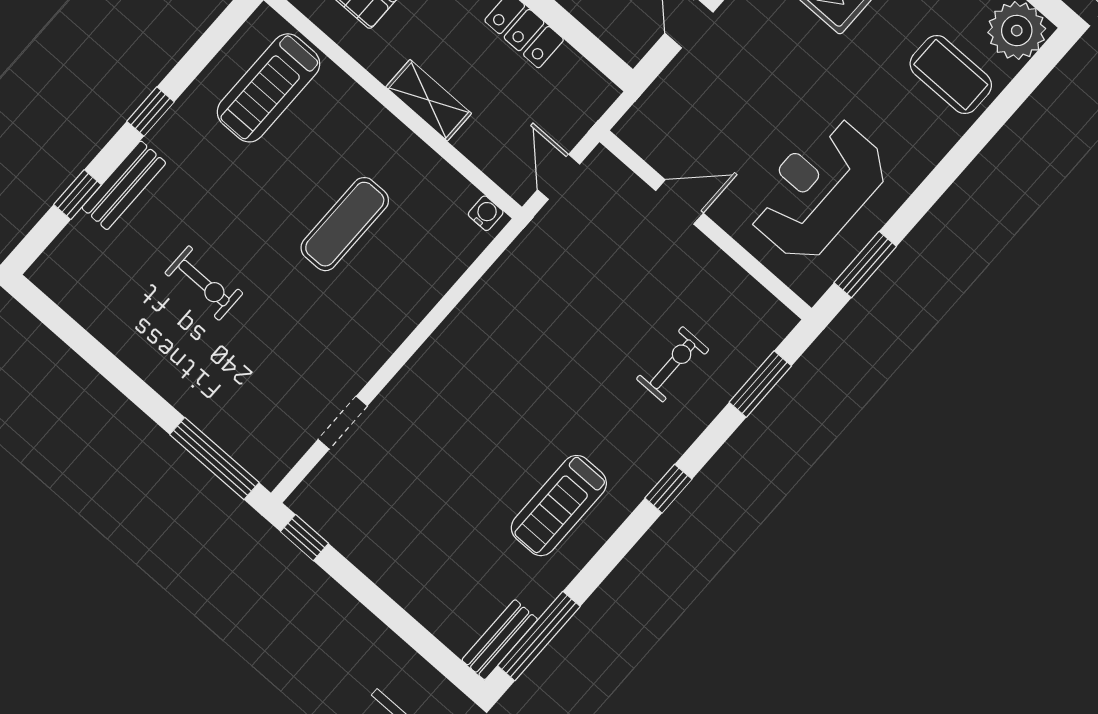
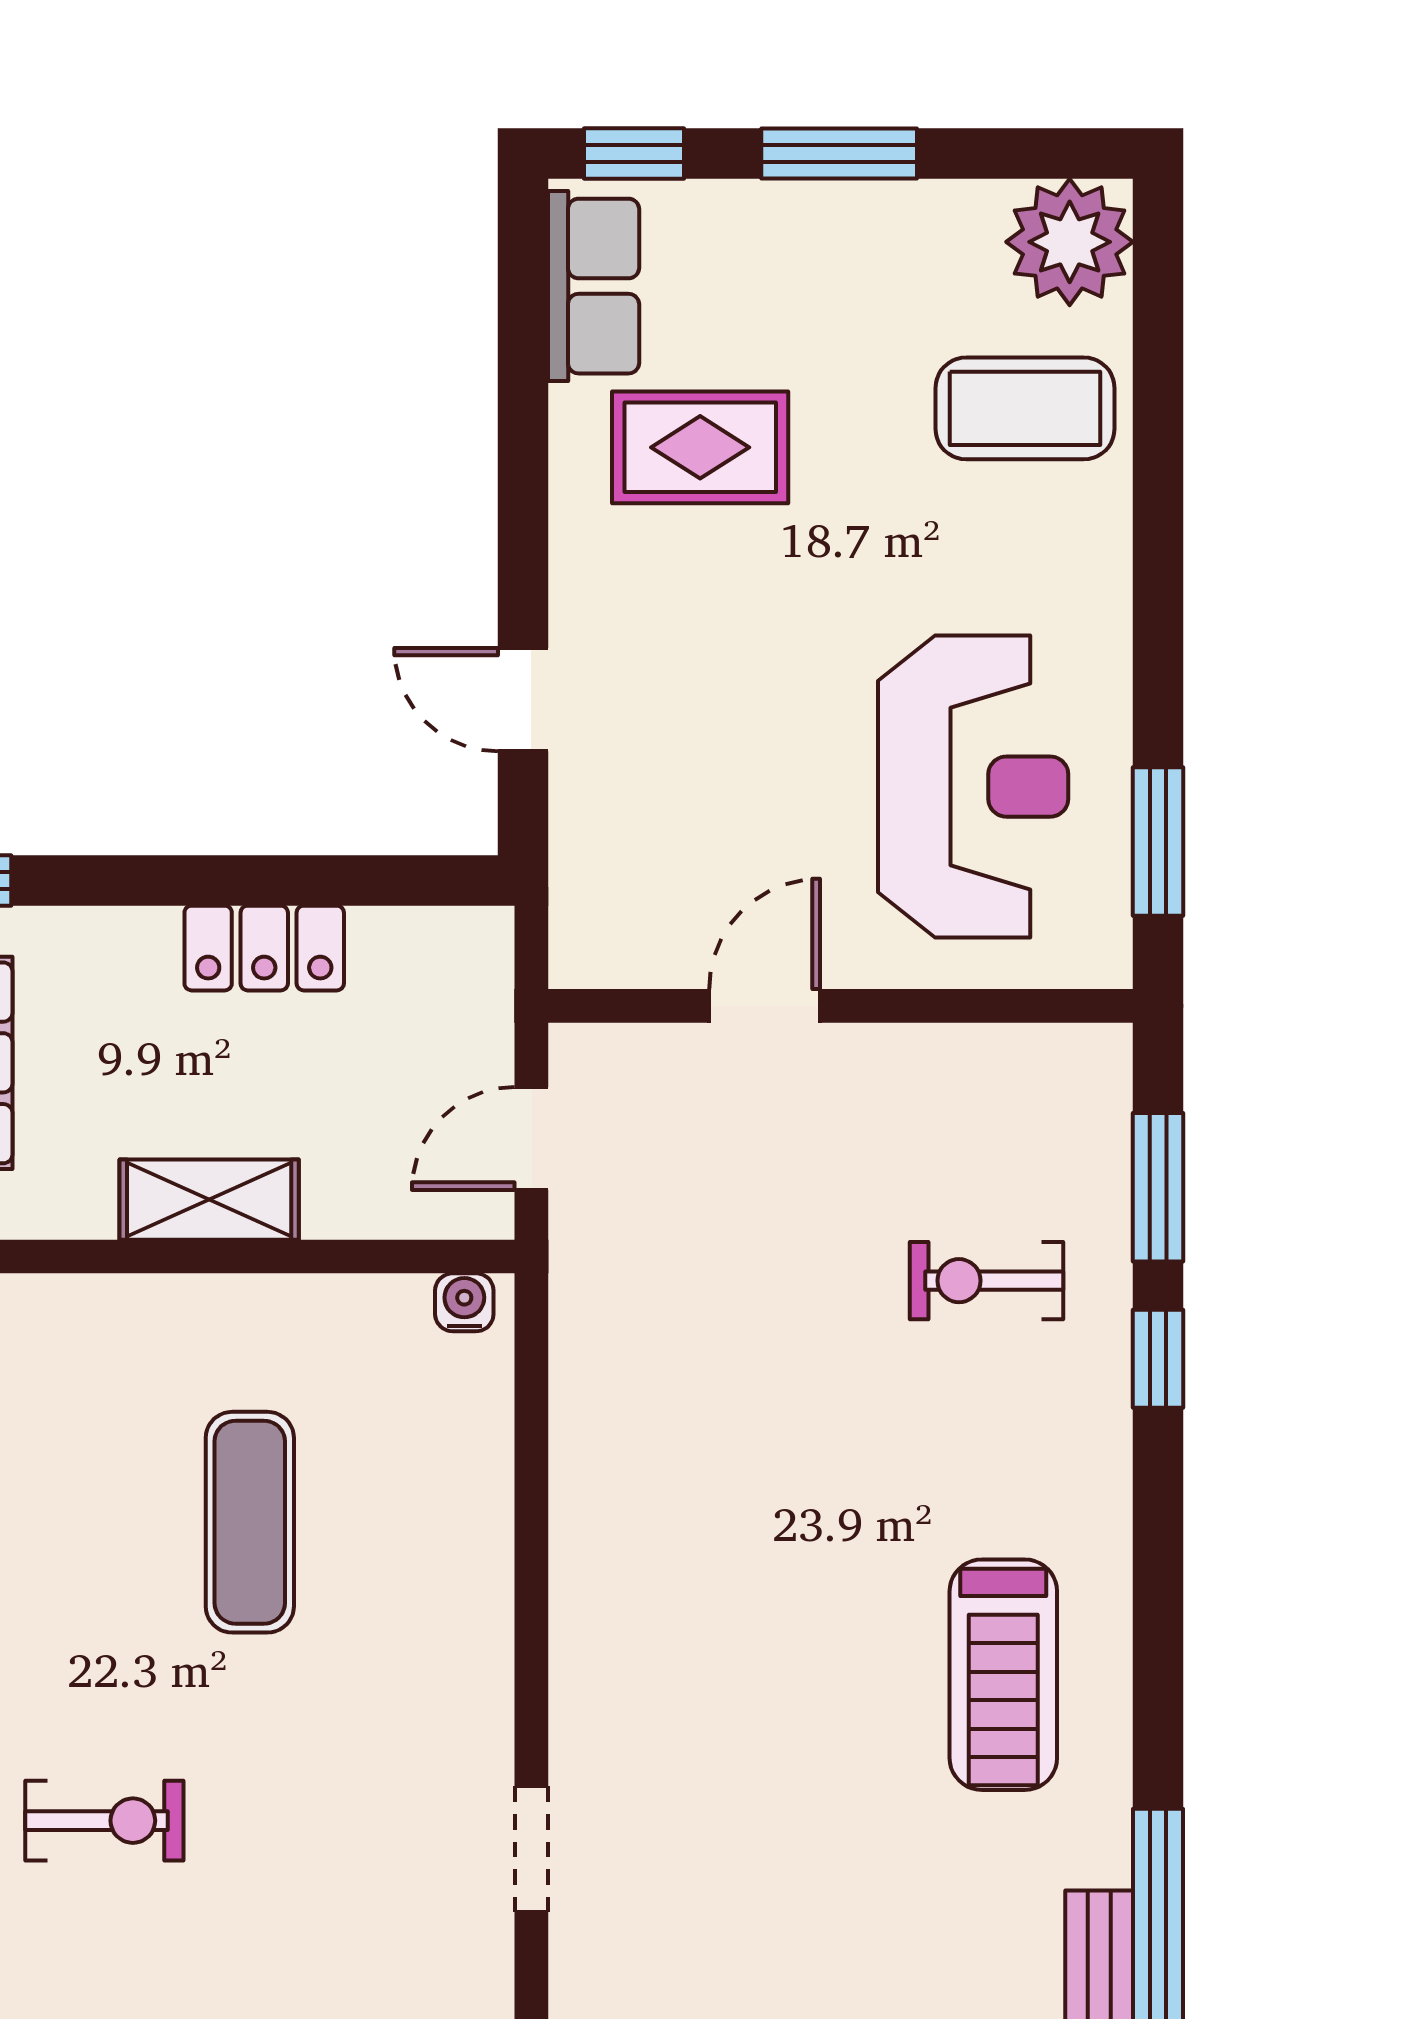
door: (559, 177) -> (531, 1139), hinge flipped
reception desk: (818, 189) -> (973, 787), turned 180
exercise bike: (673, 364) -> (987, 1281), turned -90
window: (668, 489) -> (1158, 1359), moved

